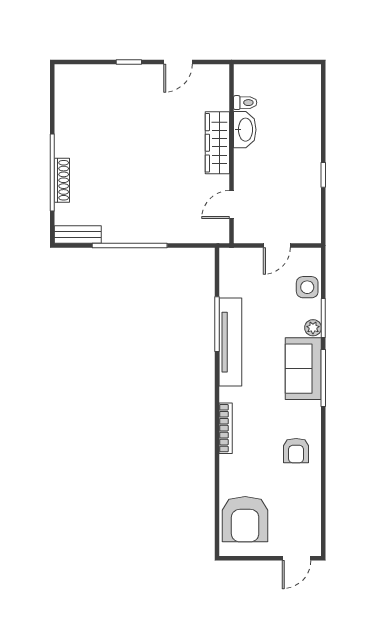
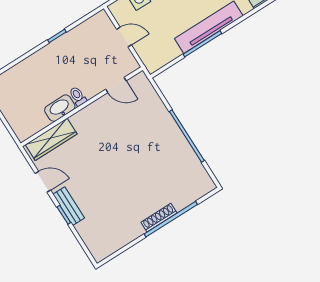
toilet: (245, 103) -> (78, 96), moved
wardrobe: (217, 143) -> (51, 139), moved
shoe rack: (62, 180) -> (159, 218), moved
bench: (78, 234) -> (69, 206), moved

